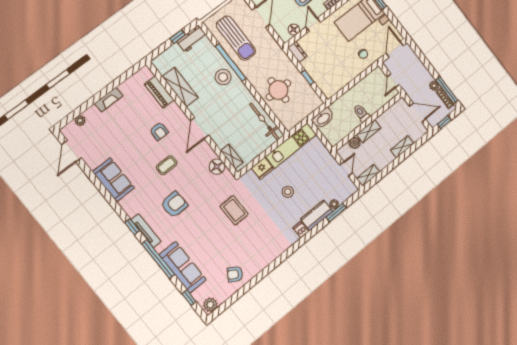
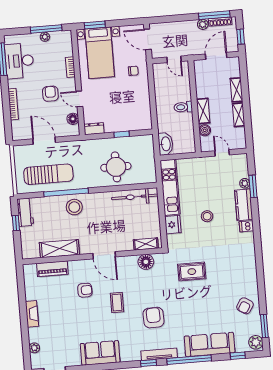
shelving: (368, 175) -> (239, 115), moved
window: (229, 302) -> (264, 326), added

